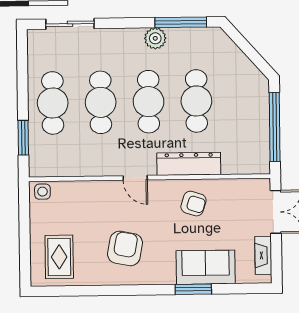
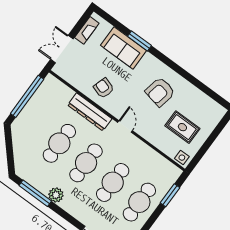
rug: (59, 257) -> (182, 127), moved, turned 90

